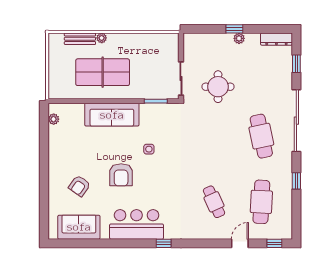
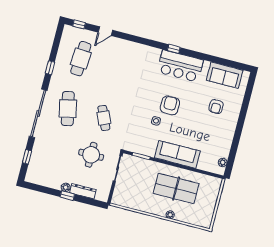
bench: (80, 39) -> (187, 218), removed
dresser: (276, 39) -> (83, 191), moved
armchair: (121, 175) -> (170, 105), moved
armchair: (79, 186) -> (216, 107), turned 145
cafe table: (214, 202) -> (104, 118), moved
window: (164, 243) -> (174, 49), moved

